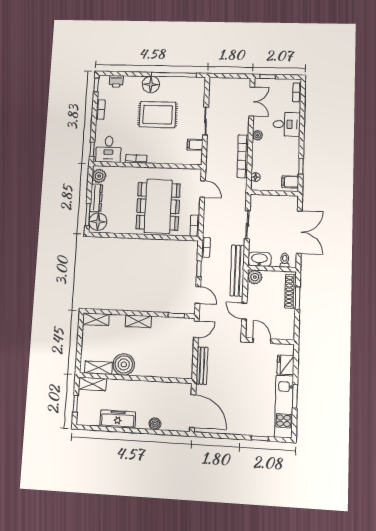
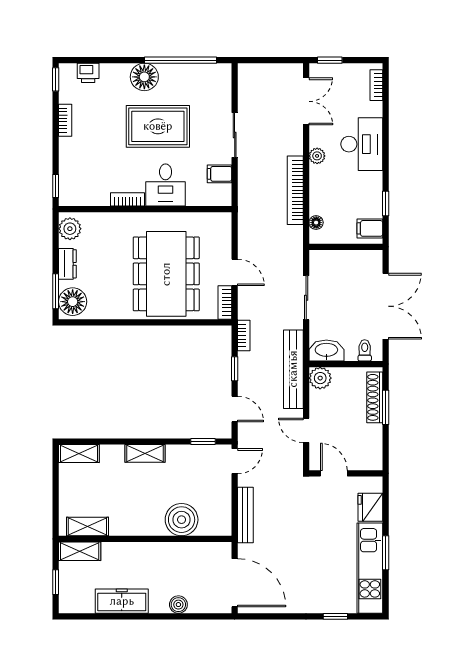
desk: (287, 124) -> (362, 144), width x1.37
desk: (109, 149) -> (166, 185), moved
door: (203, 189) -> (235, 272), moved
dresser: (96, 198) -> (67, 264), width x0.70
boiler: (124, 364) -> (182, 520), moved

